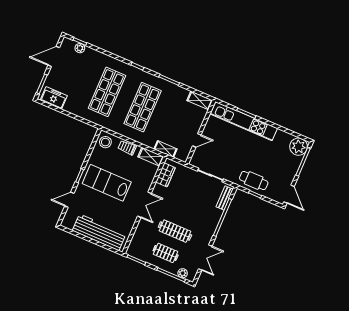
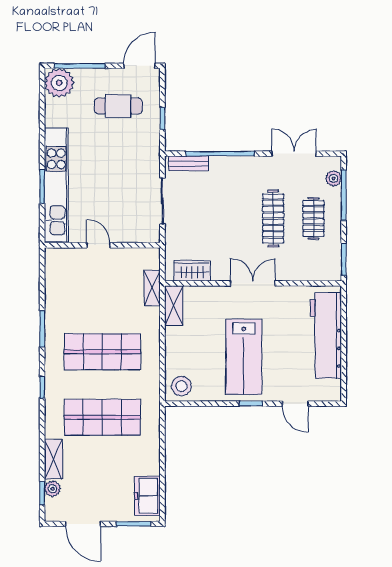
shelving: (200, 100) -> (53, 459), moved
door: (197, 140) -> (98, 245), moved
trolley: (127, 148) -> (176, 349), removed
cafe table: (254, 180) -> (118, 106), moved, turned 90

